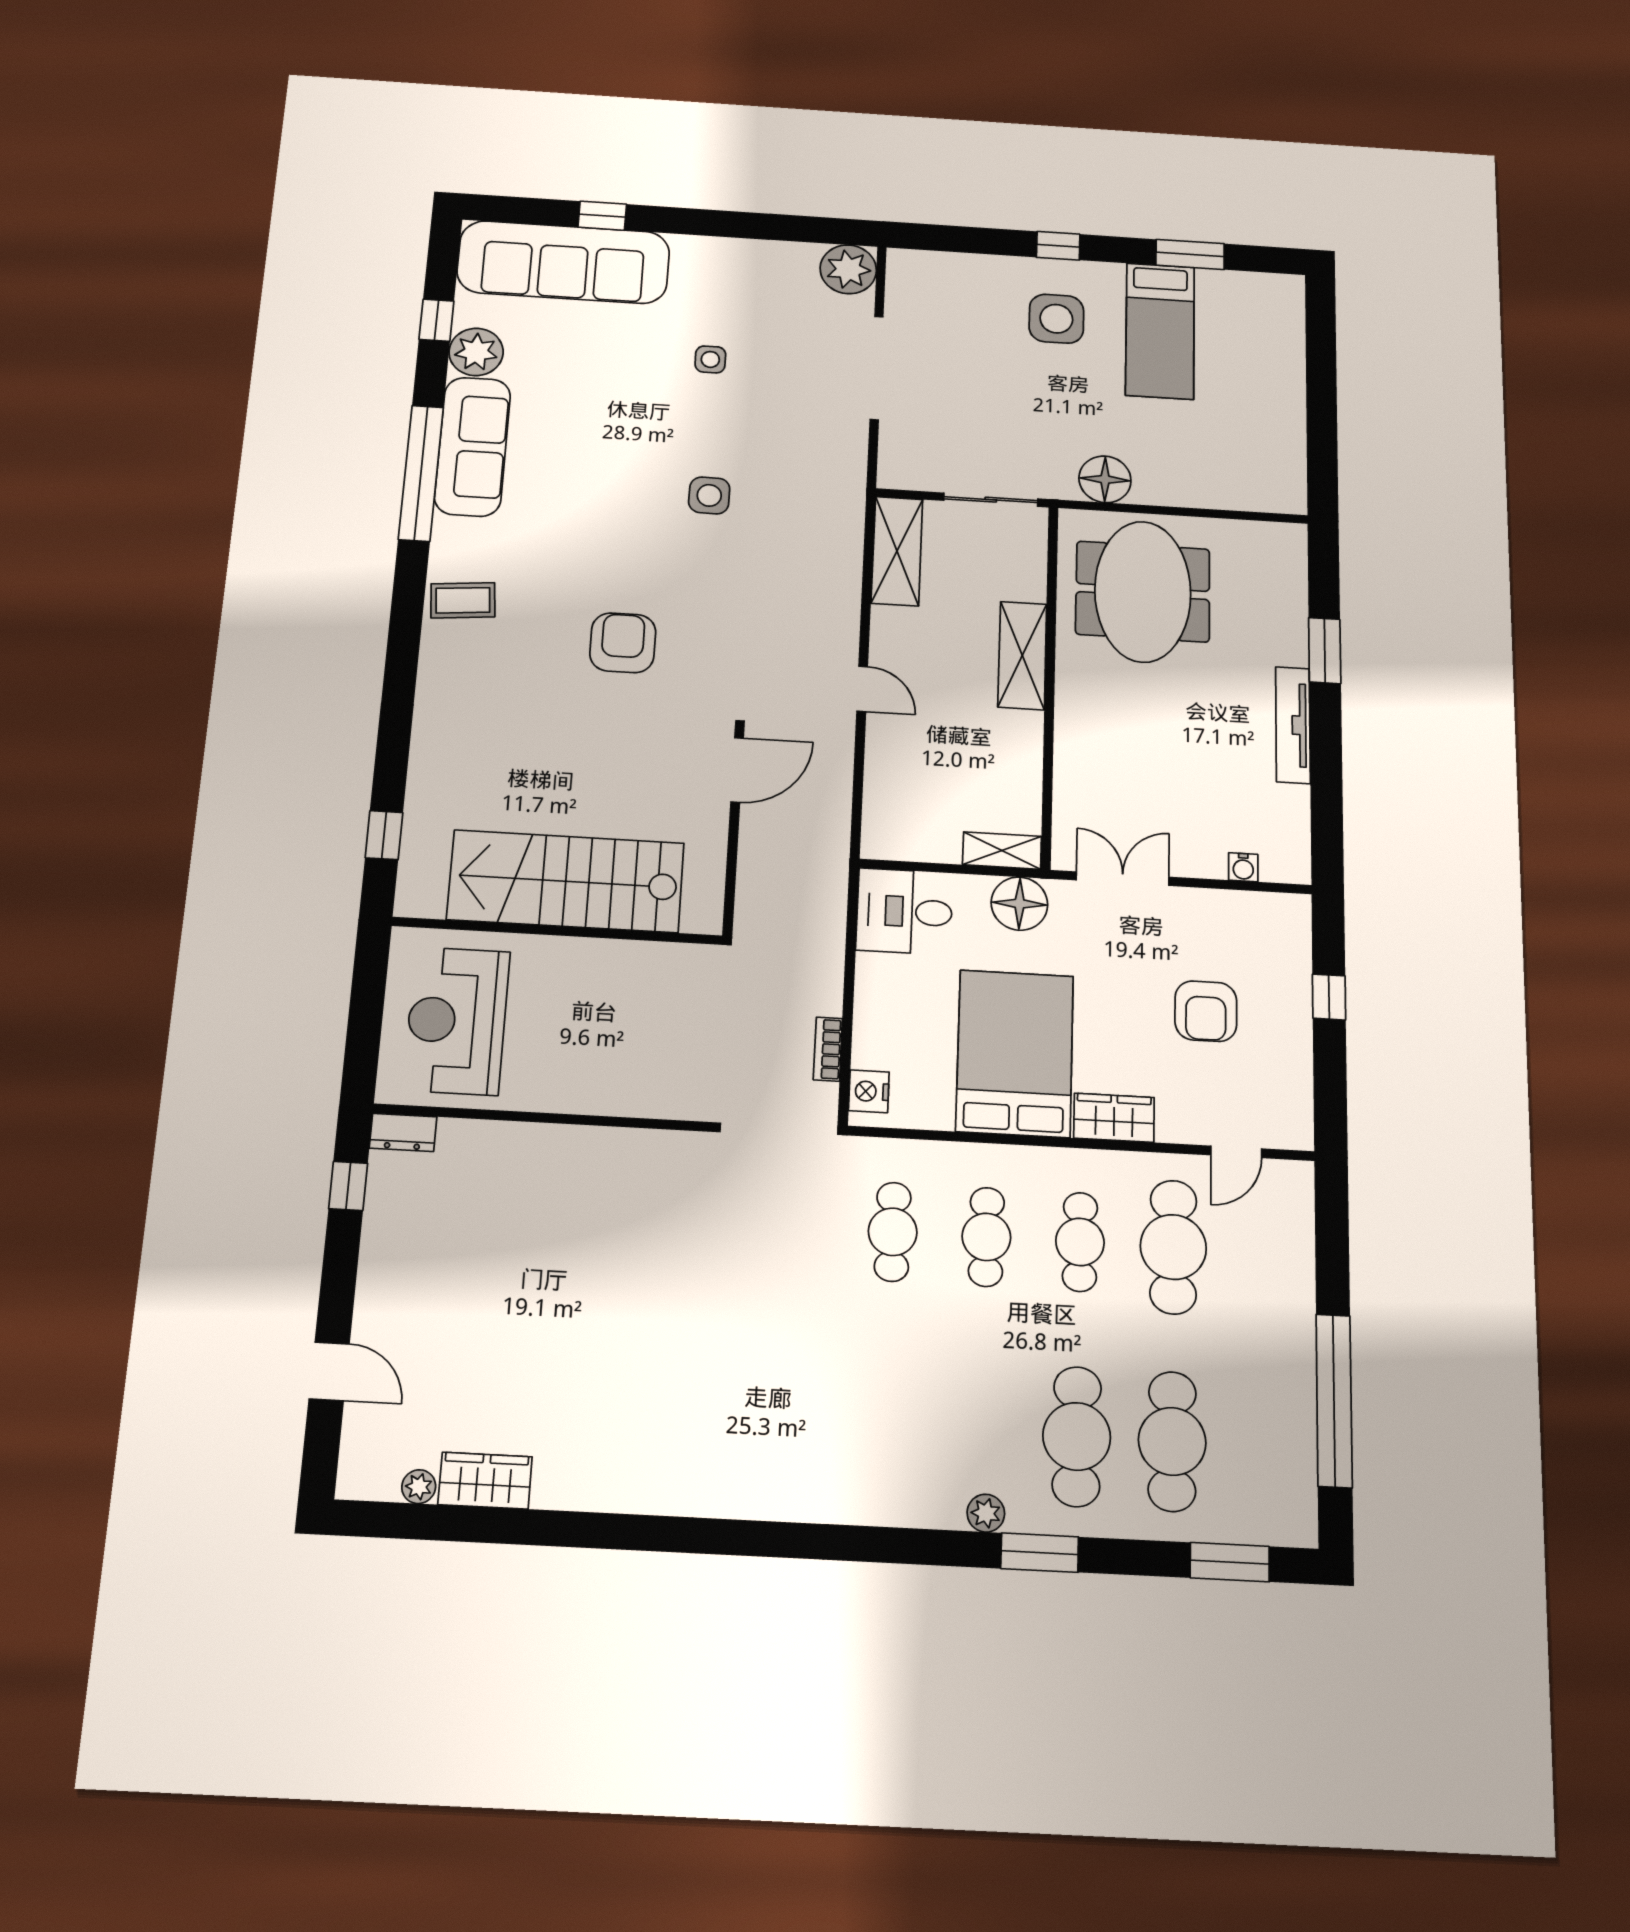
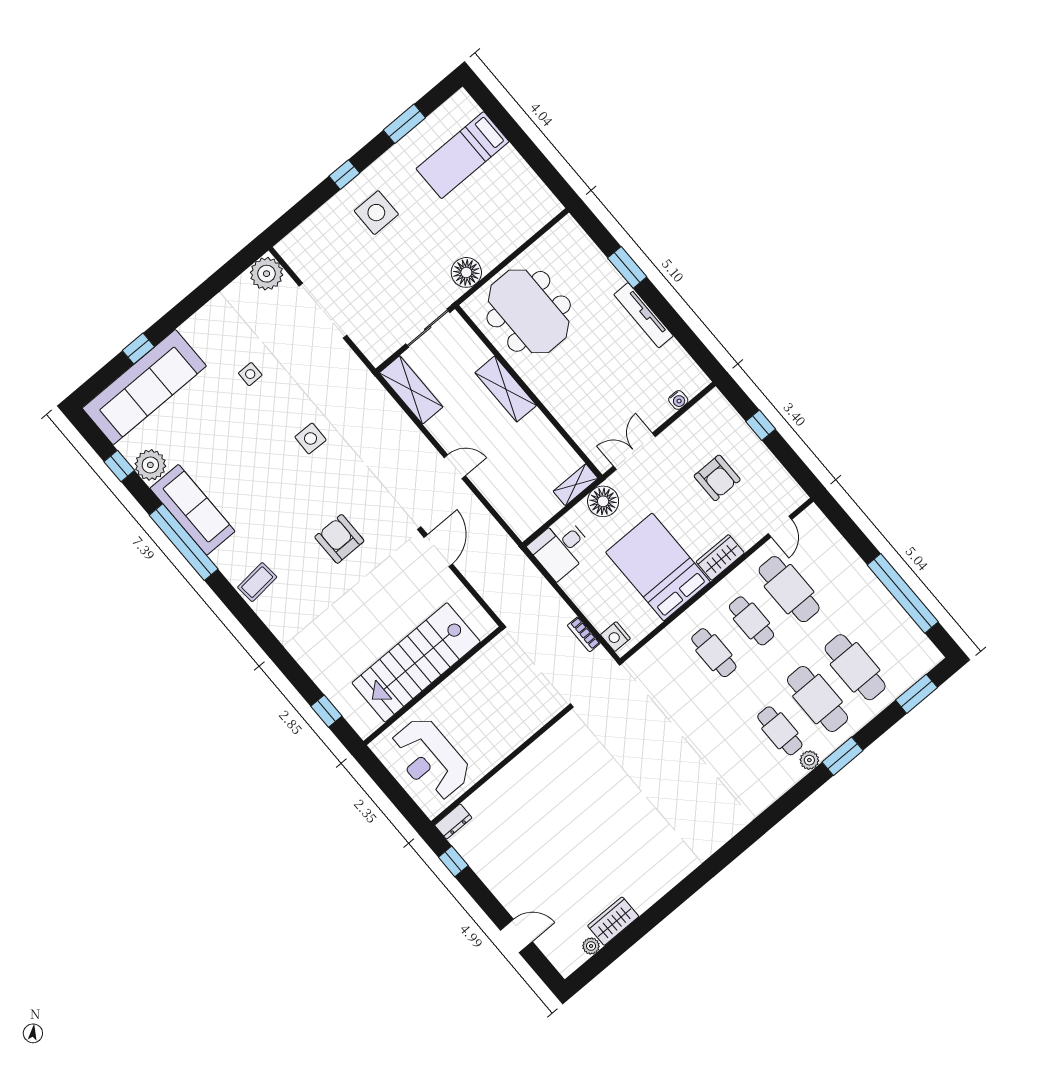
bed: (1160, 331) -> (463, 155), moved, turned 90
cafe table: (893, 1232) -> (780, 731), moved

